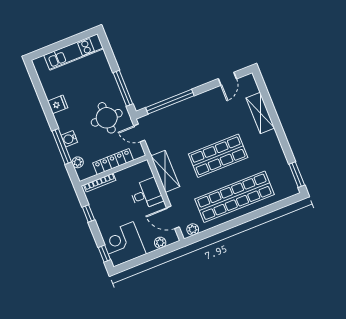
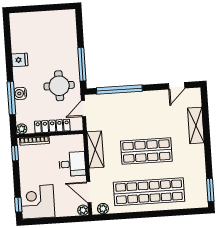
kitchen unit: (74, 52) -> (49, 18), removed
door: (139, 133) -> (83, 108), hinge flipped
plant: (78, 162) -> (22, 129), moved
window: (88, 214) -> (15, 153), moved
plant: (160, 243) -> (83, 210), moved

